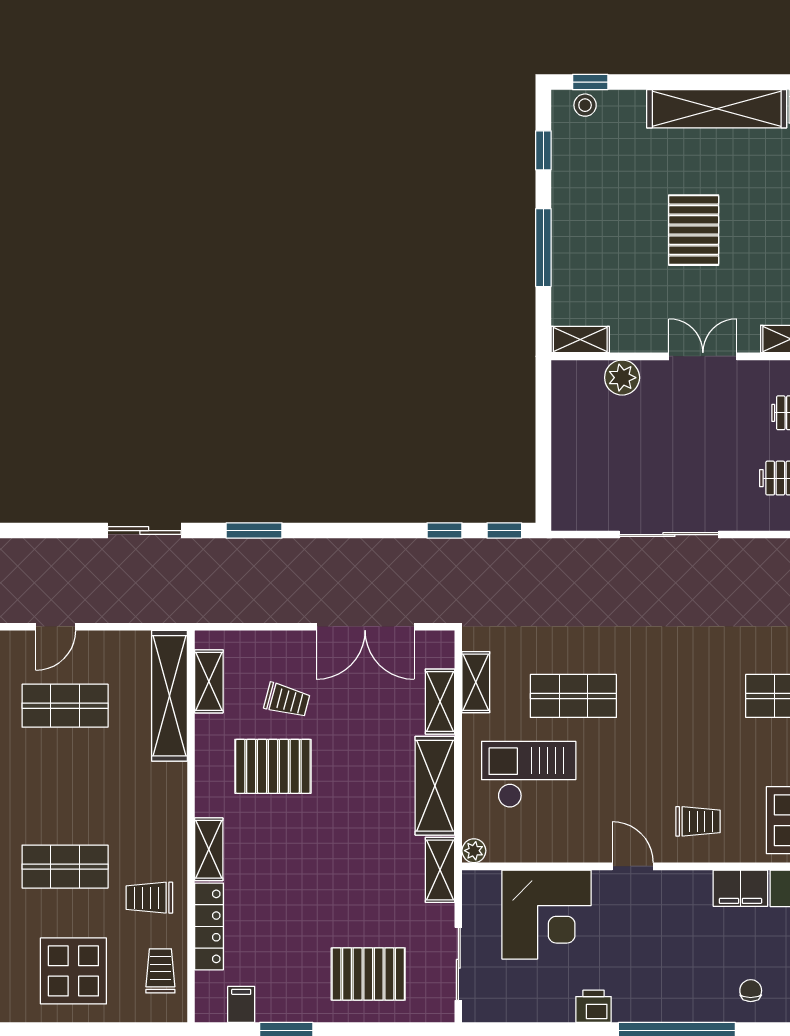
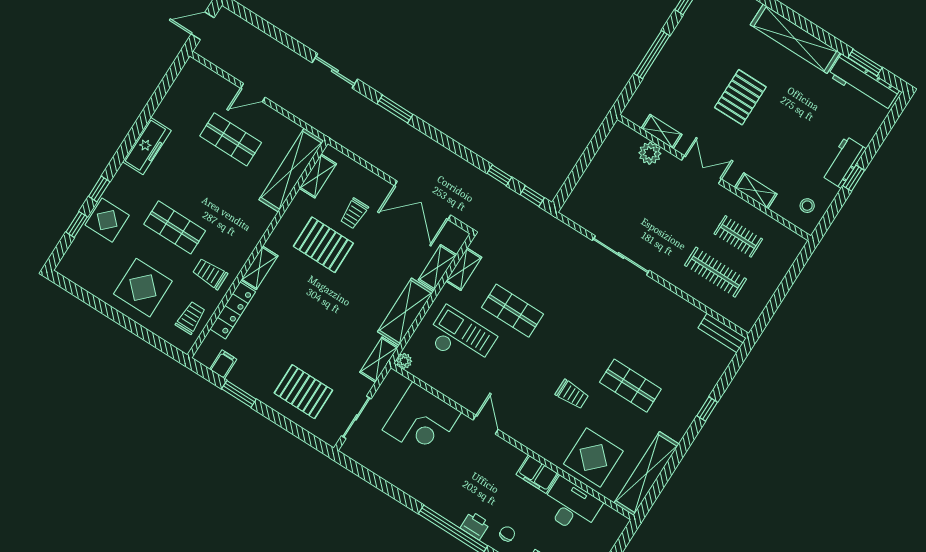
shelving: (580, 340) -> (662, 131), moved
trolley: (287, 700) -> (354, 213), turned 75
trolley: (698, 821) -> (572, 394), moved
printer: (594, 1006) -> (475, 526), moved

